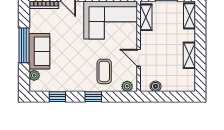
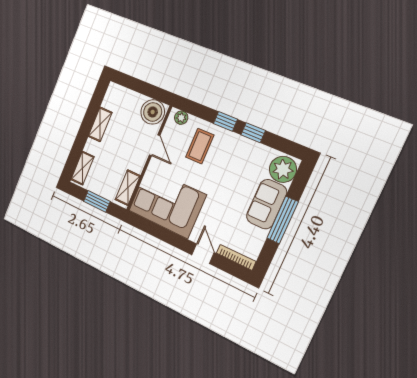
plant: (34, 75) -> (283, 169), width x1.87, depth x1.87
boiler: (156, 86) -> (153, 112), width x1.86, depth x1.86
window: (57, 97) -> (253, 133), moved

